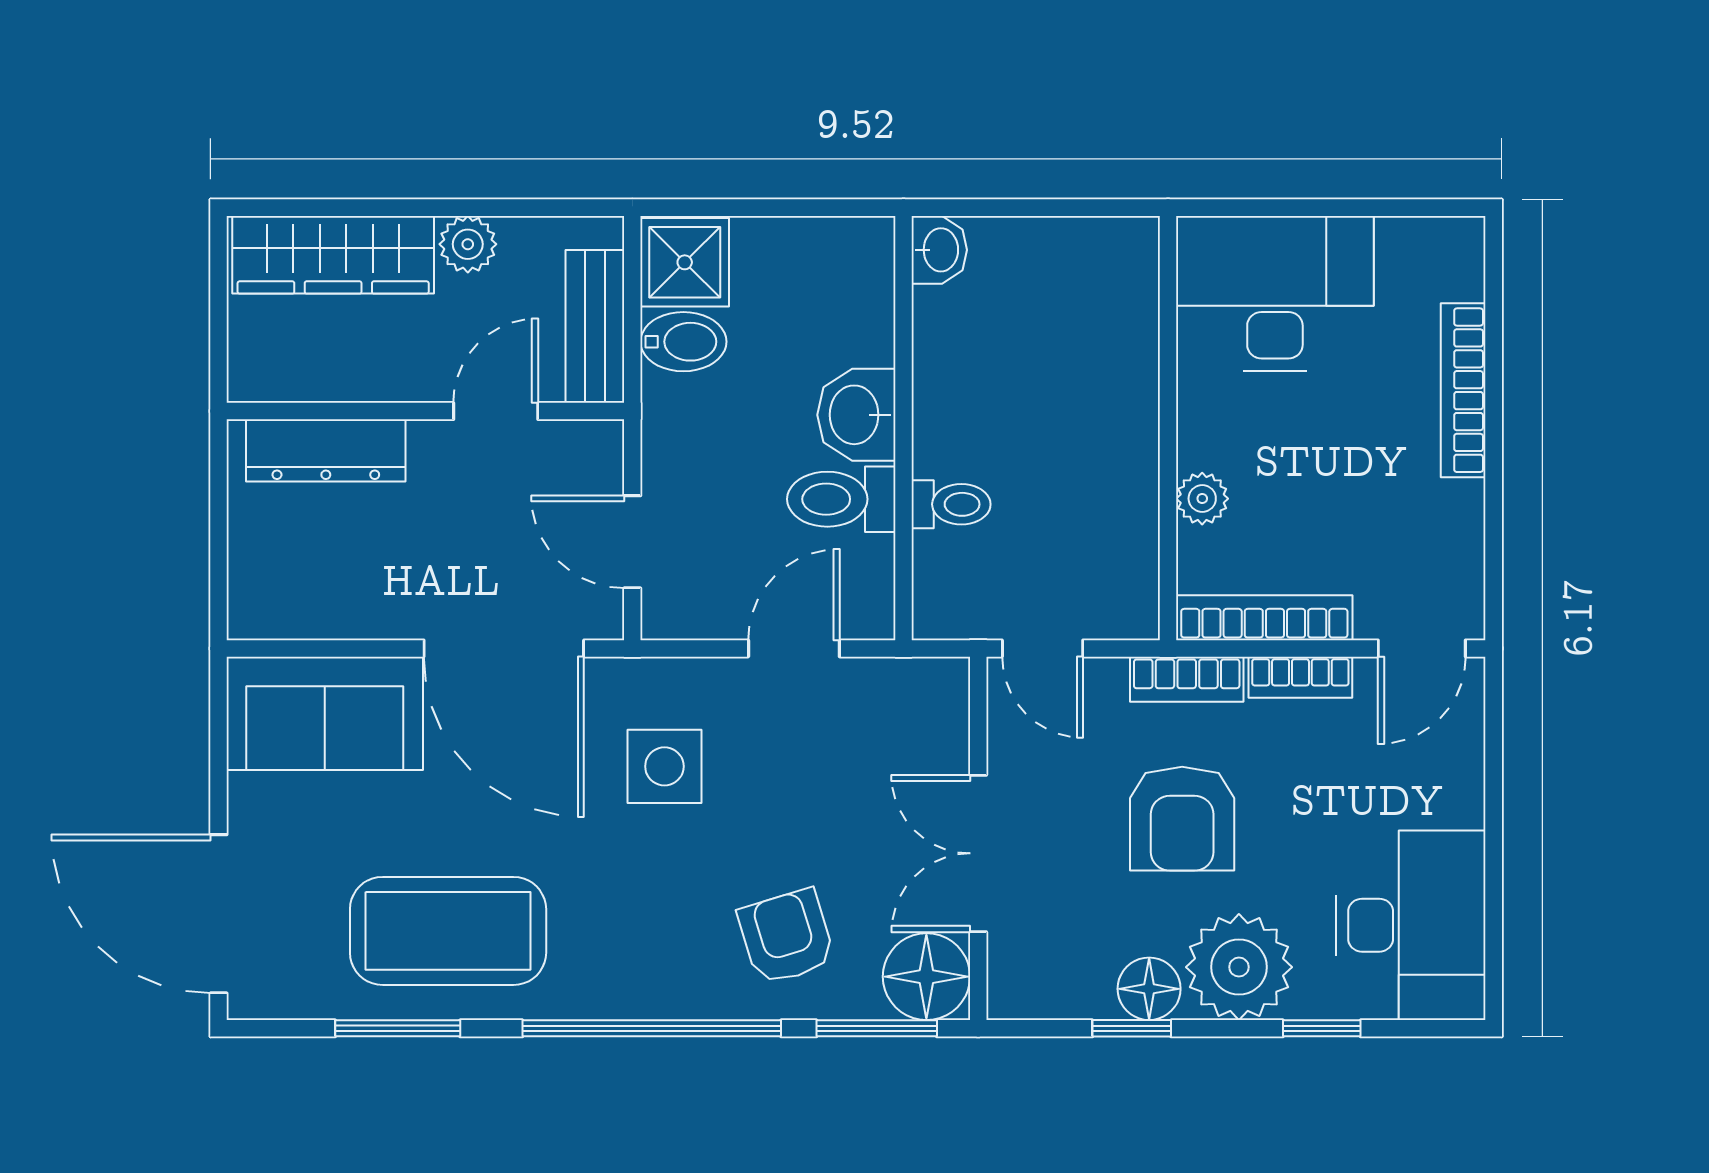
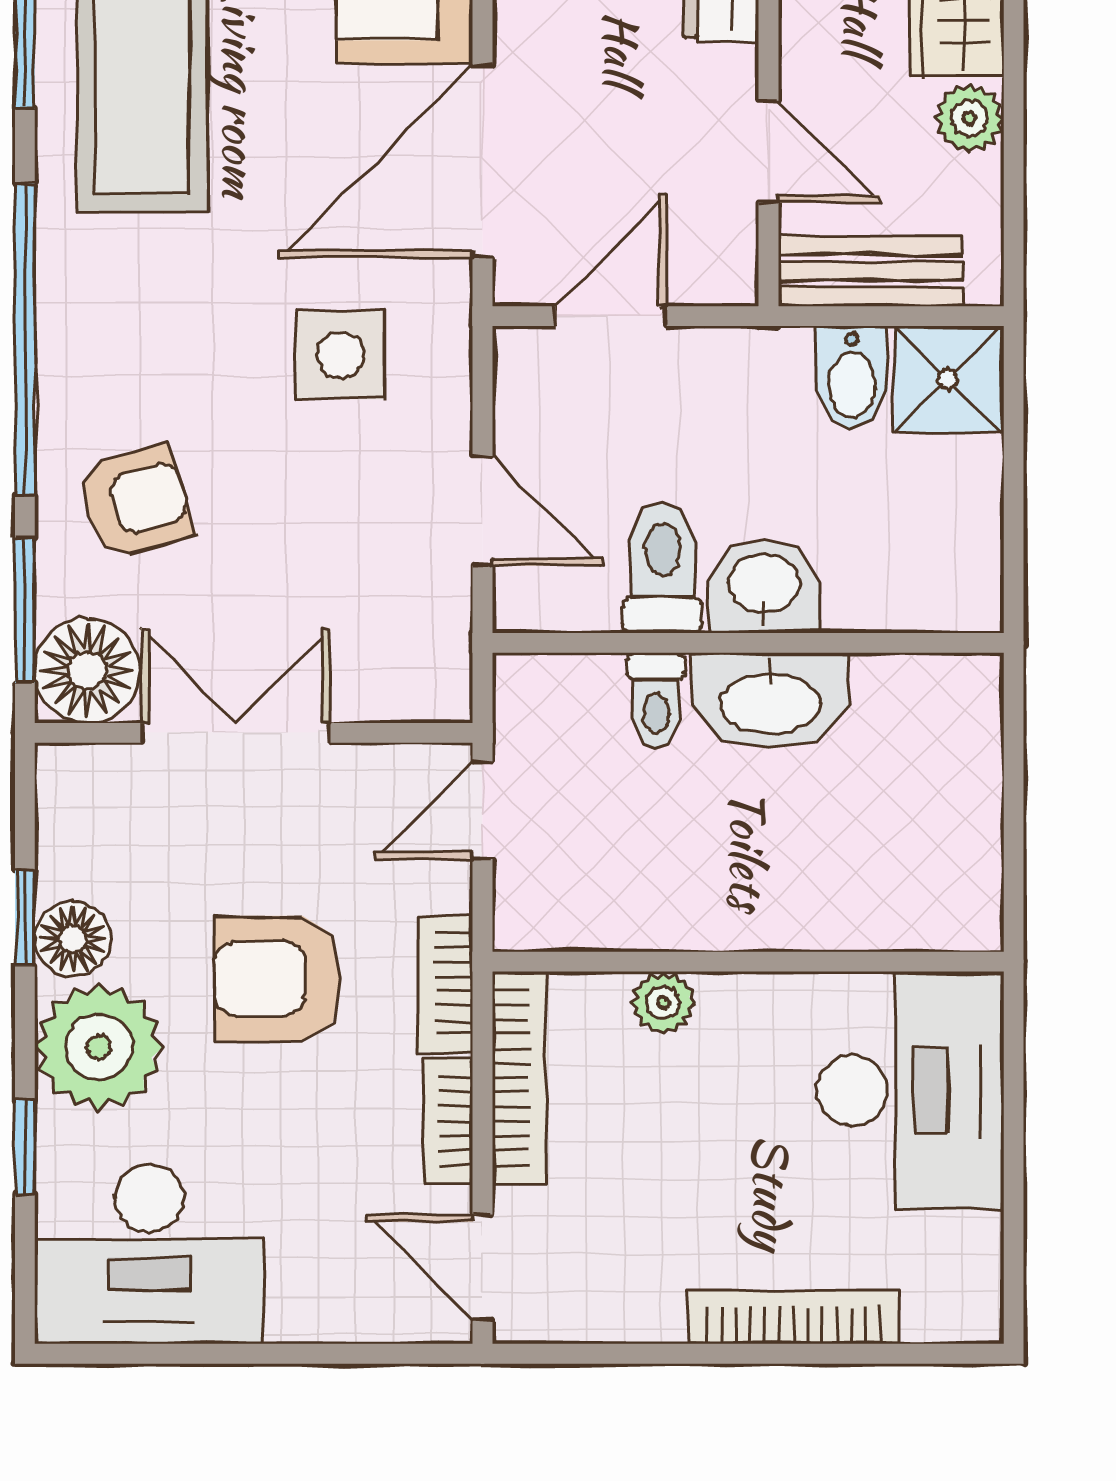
washbasin: (939, 250) -> (770, 701), moved, width x1.91, depth x1.45

